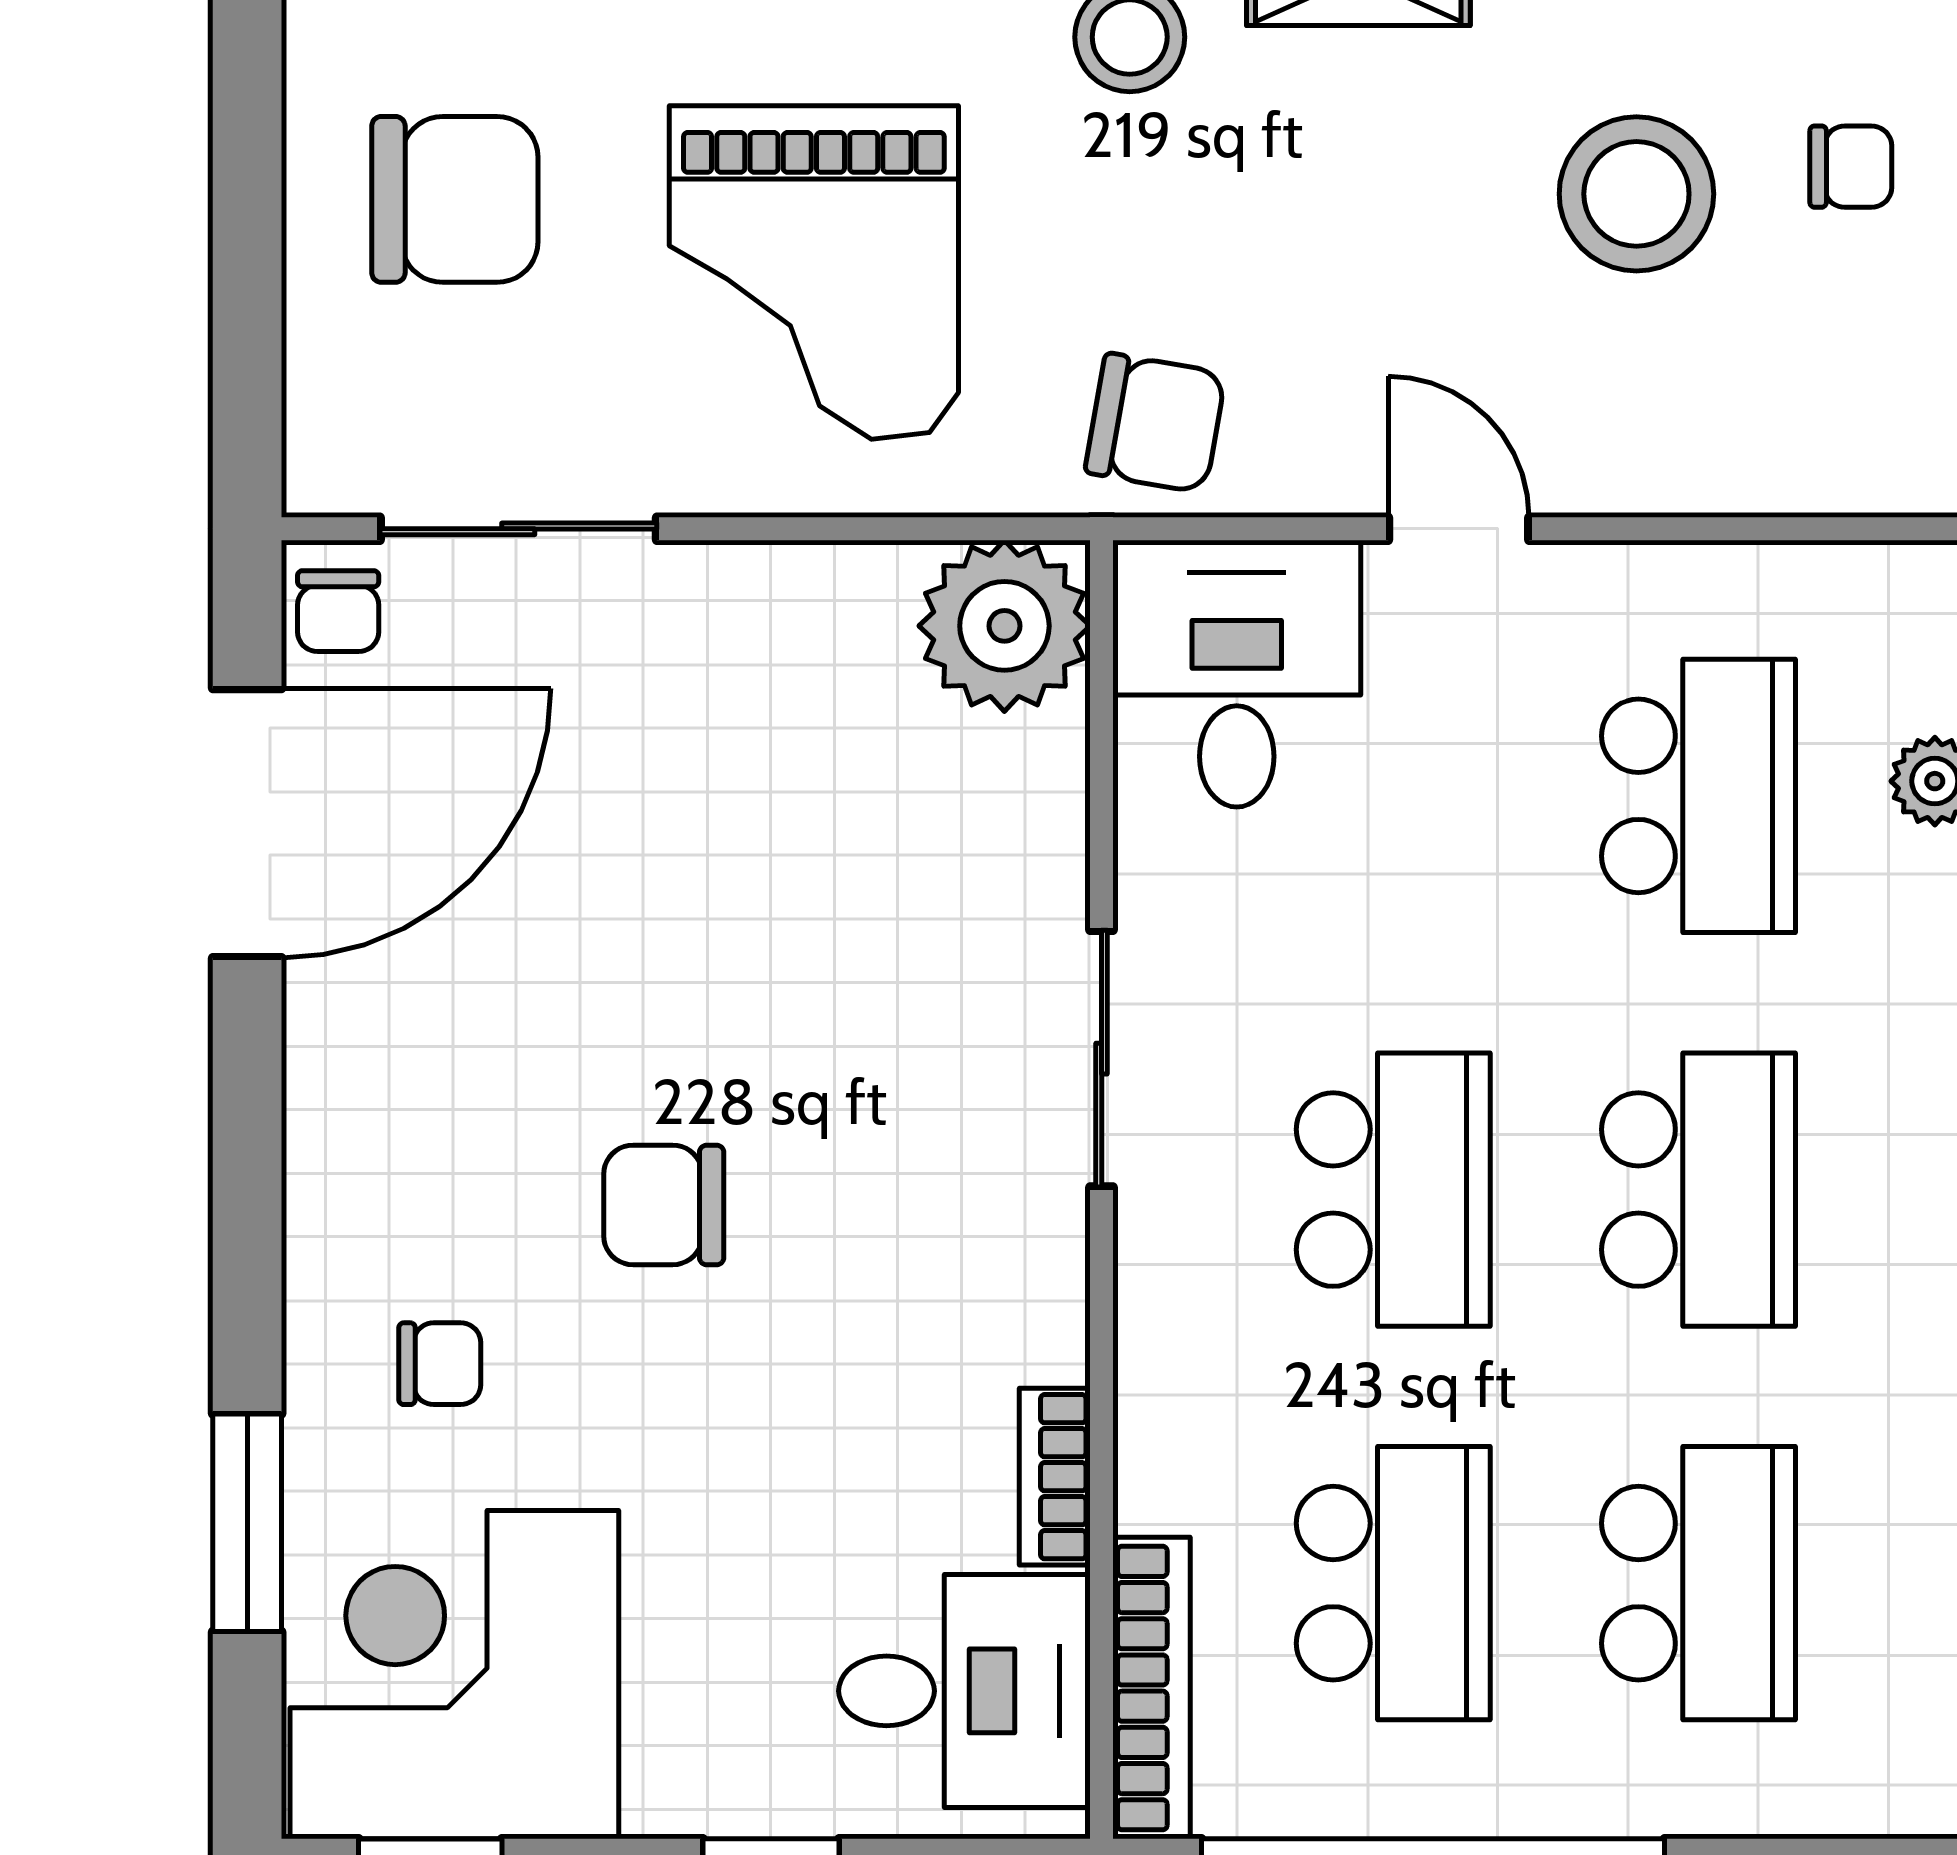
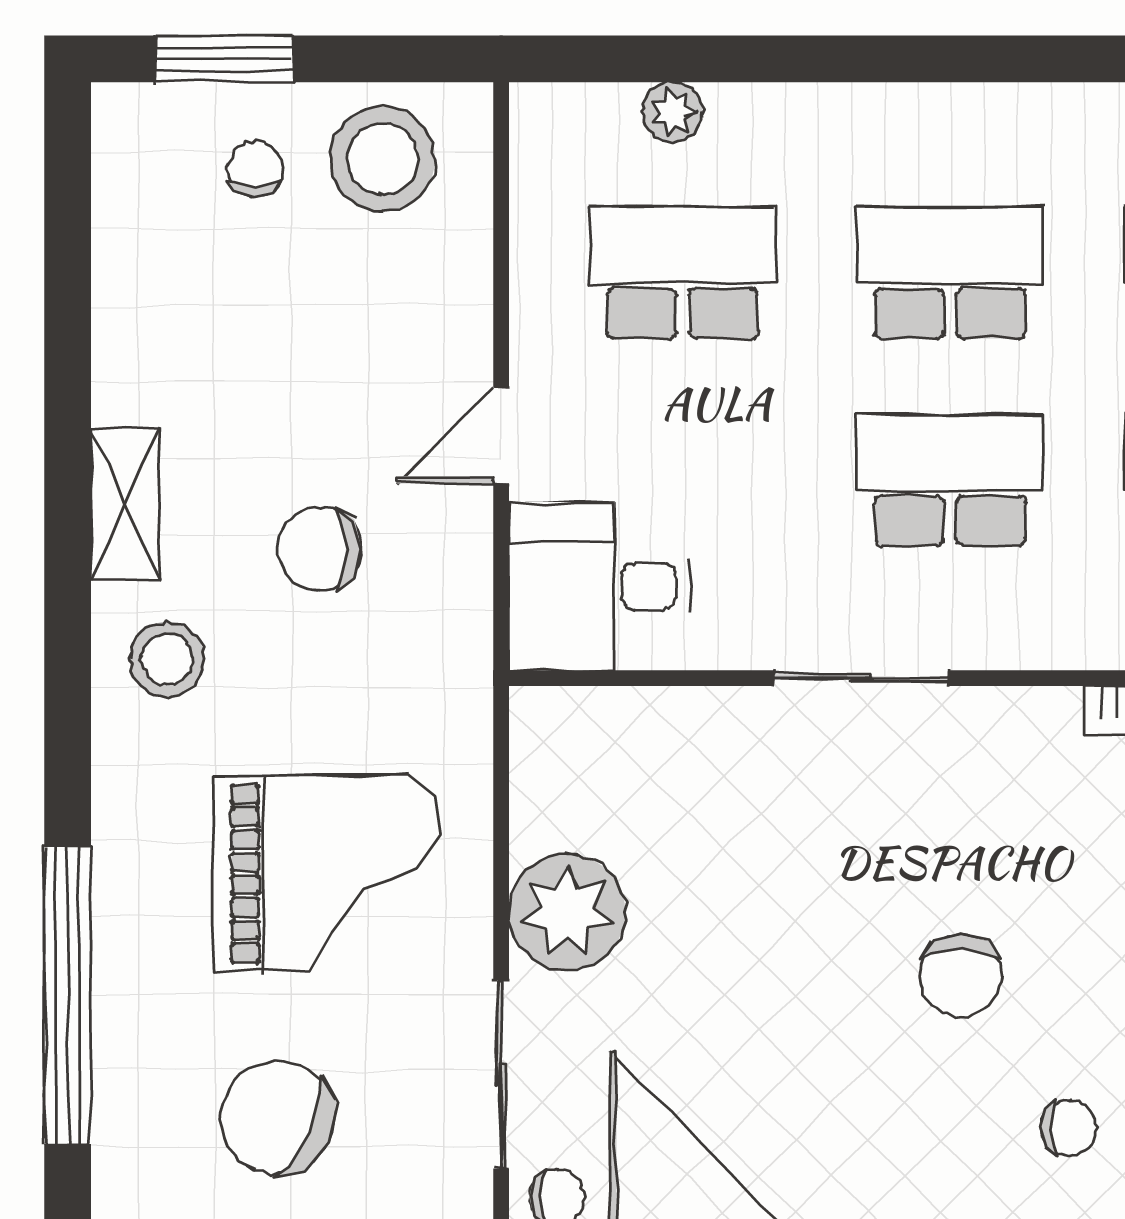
stool: (1636, 194) -> (383, 159), moved
chair: (455, 199) -> (277, 1118), turned -66
chair: (1155, 423) -> (319, 549), moved, turned -100
plant: (1004, 626) -> (567, 912), moved
chair: (440, 1364) -> (1068, 1128), turned 90

